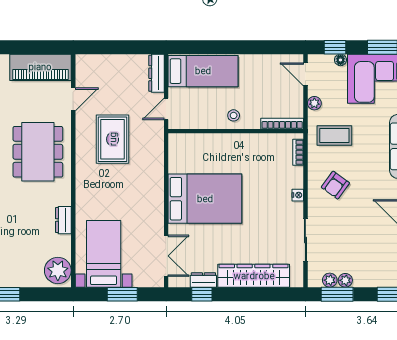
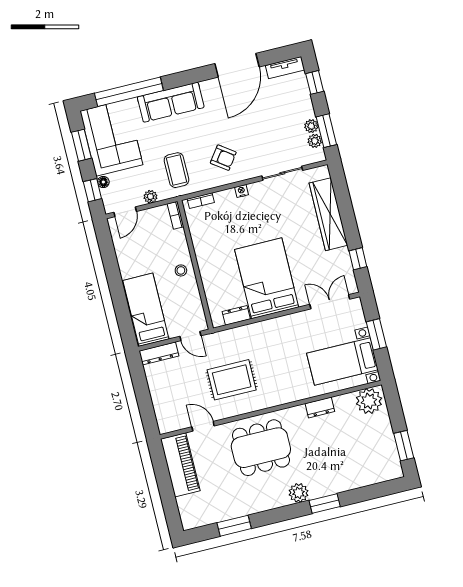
bookcase: (282, 124) -> (176, 215), width x0.64
dresser: (203, 280) -> (236, 315), moved, turned 90

